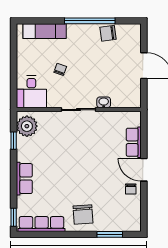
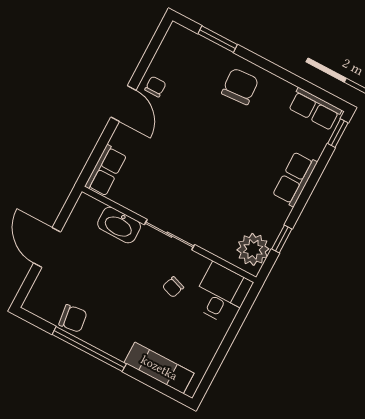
chair: (60, 69) -> (173, 287), moved
washbasin: (104, 102) -> (119, 225), width x1.91, depth x1.45
row of seats: (134, 142) -> (106, 171), moved
row of seats: (42, 224) -> (315, 109), width x0.68

